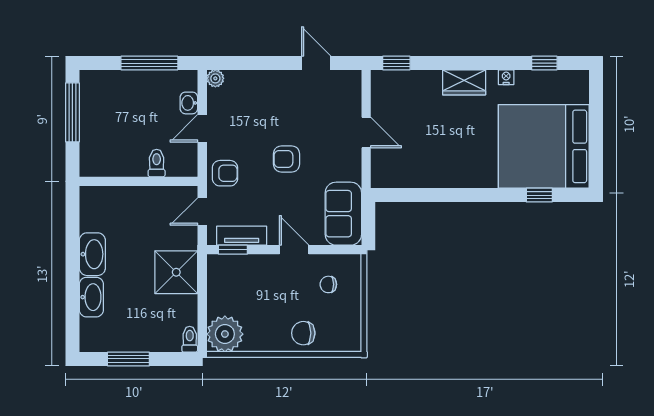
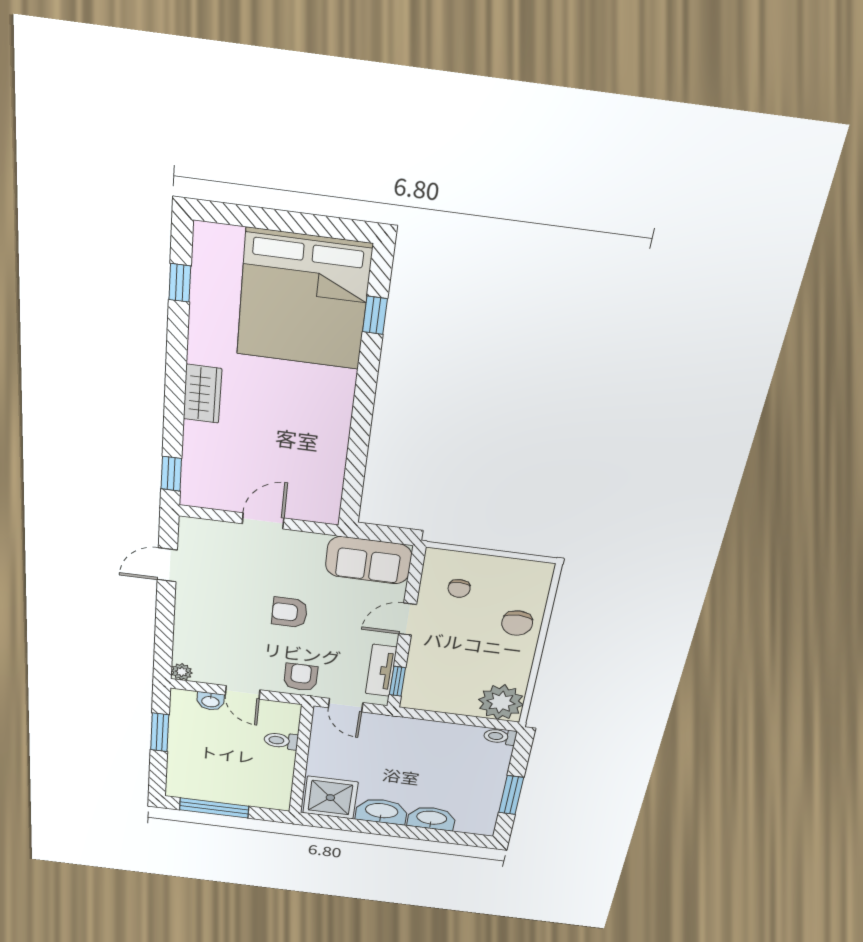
window: (149, 63) -> (160, 732), width x0.69
nightstand: (506, 77) -> (198, 338), removed
armchair: (287, 159) -> (290, 612), turned 90
shower: (176, 272) -> (330, 798), moved

